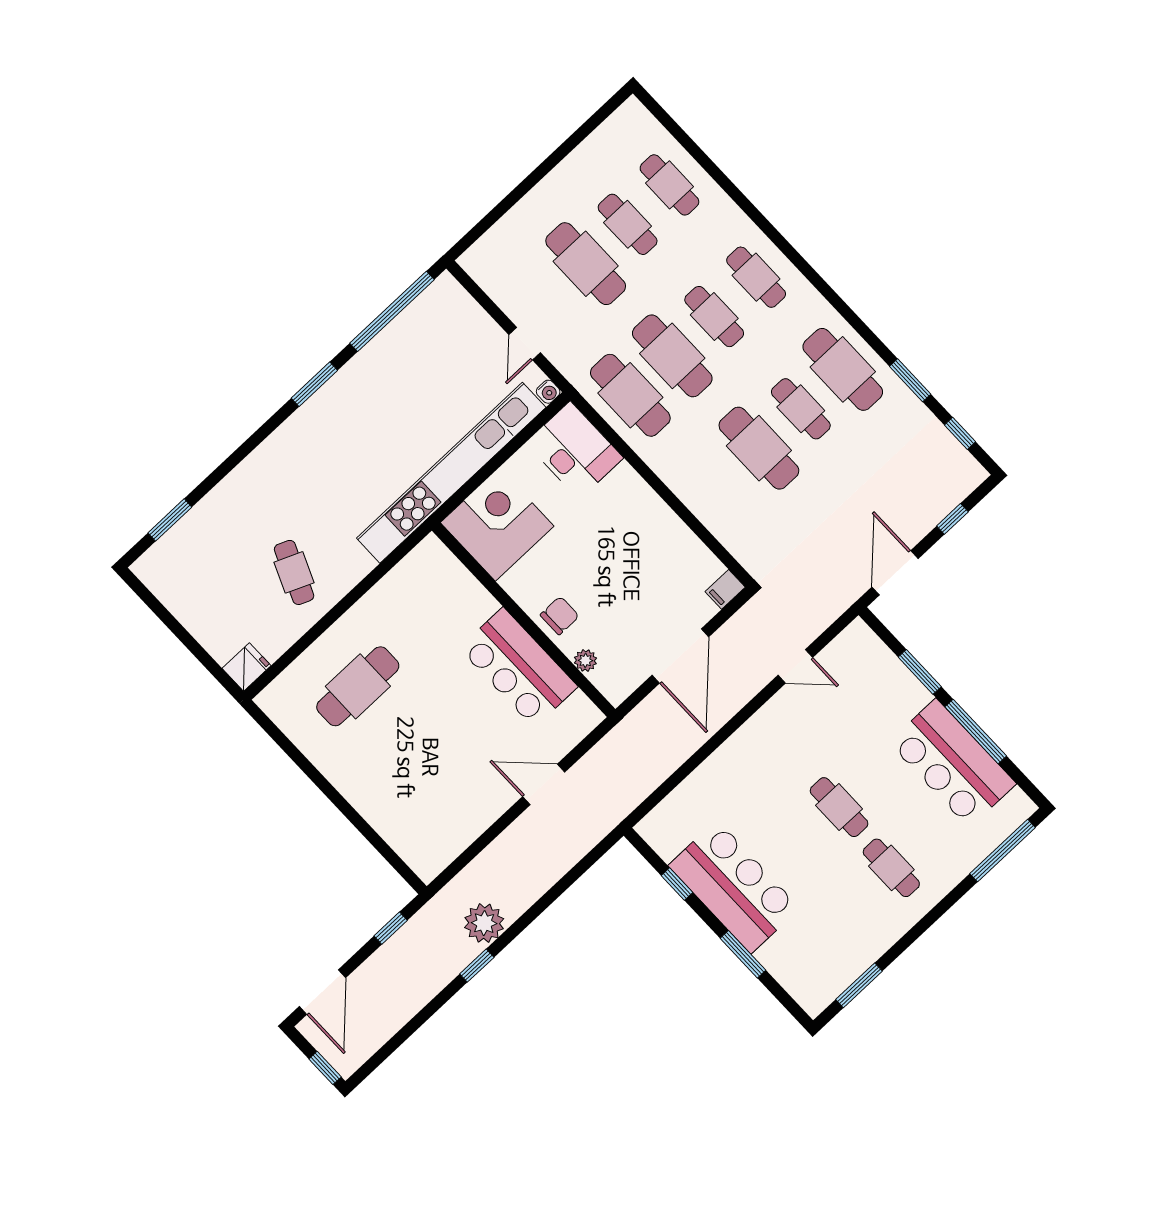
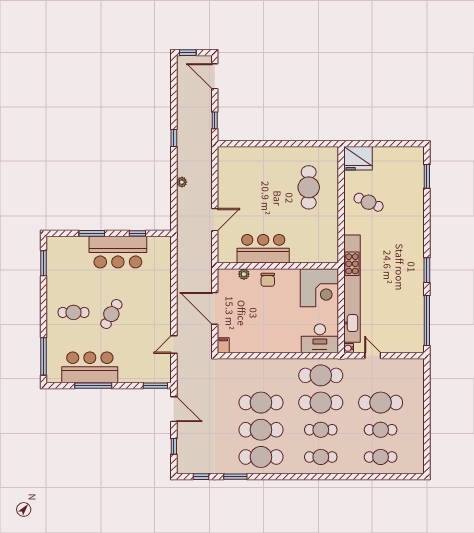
cafe table: (801, 409) -> (261, 430), width x1.37, depth x1.35
fridge: (247, 667) -> (358, 158), width x1.88, depth x1.34
window: (920, 672) -> (155, 386), moved
cafe table: (839, 807) -> (111, 314), turned -61
plant: (484, 923) -> (182, 182), moved, width x0.53, depth x0.53

